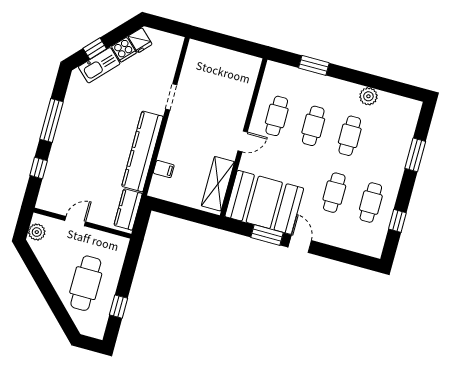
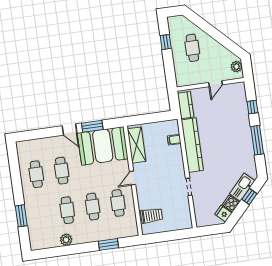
trolley: (239, 79) -> (151, 216), added
window: (397, 221) -> (15, 170), removed
cafe table: (86, 283) -> (192, 48), width x0.73, depth x0.74

